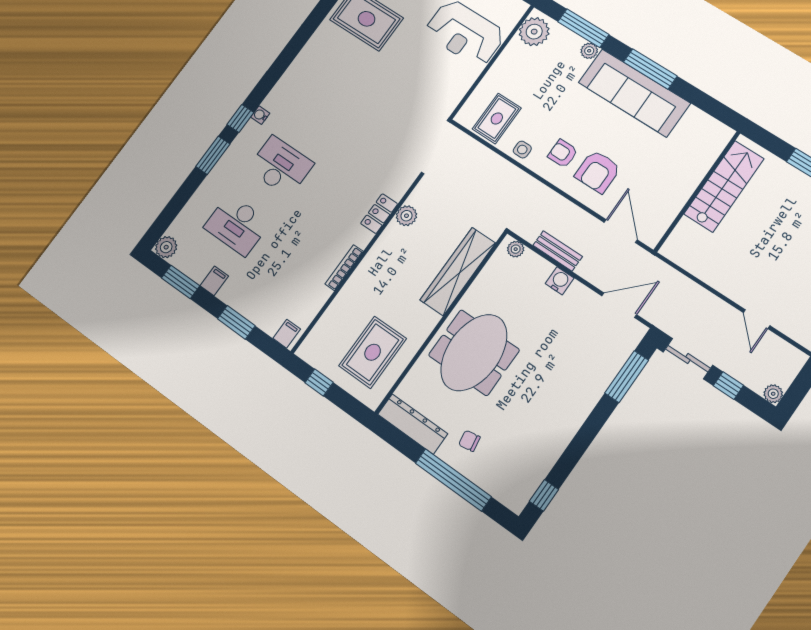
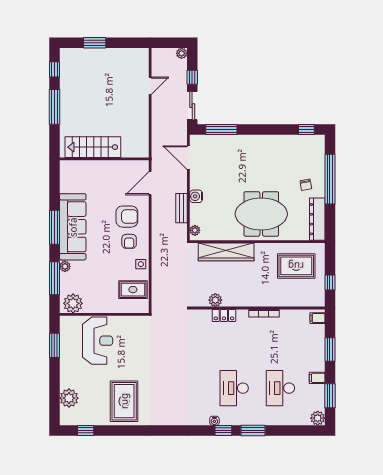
desk: (237, 225) -> (280, 388), turned 180

